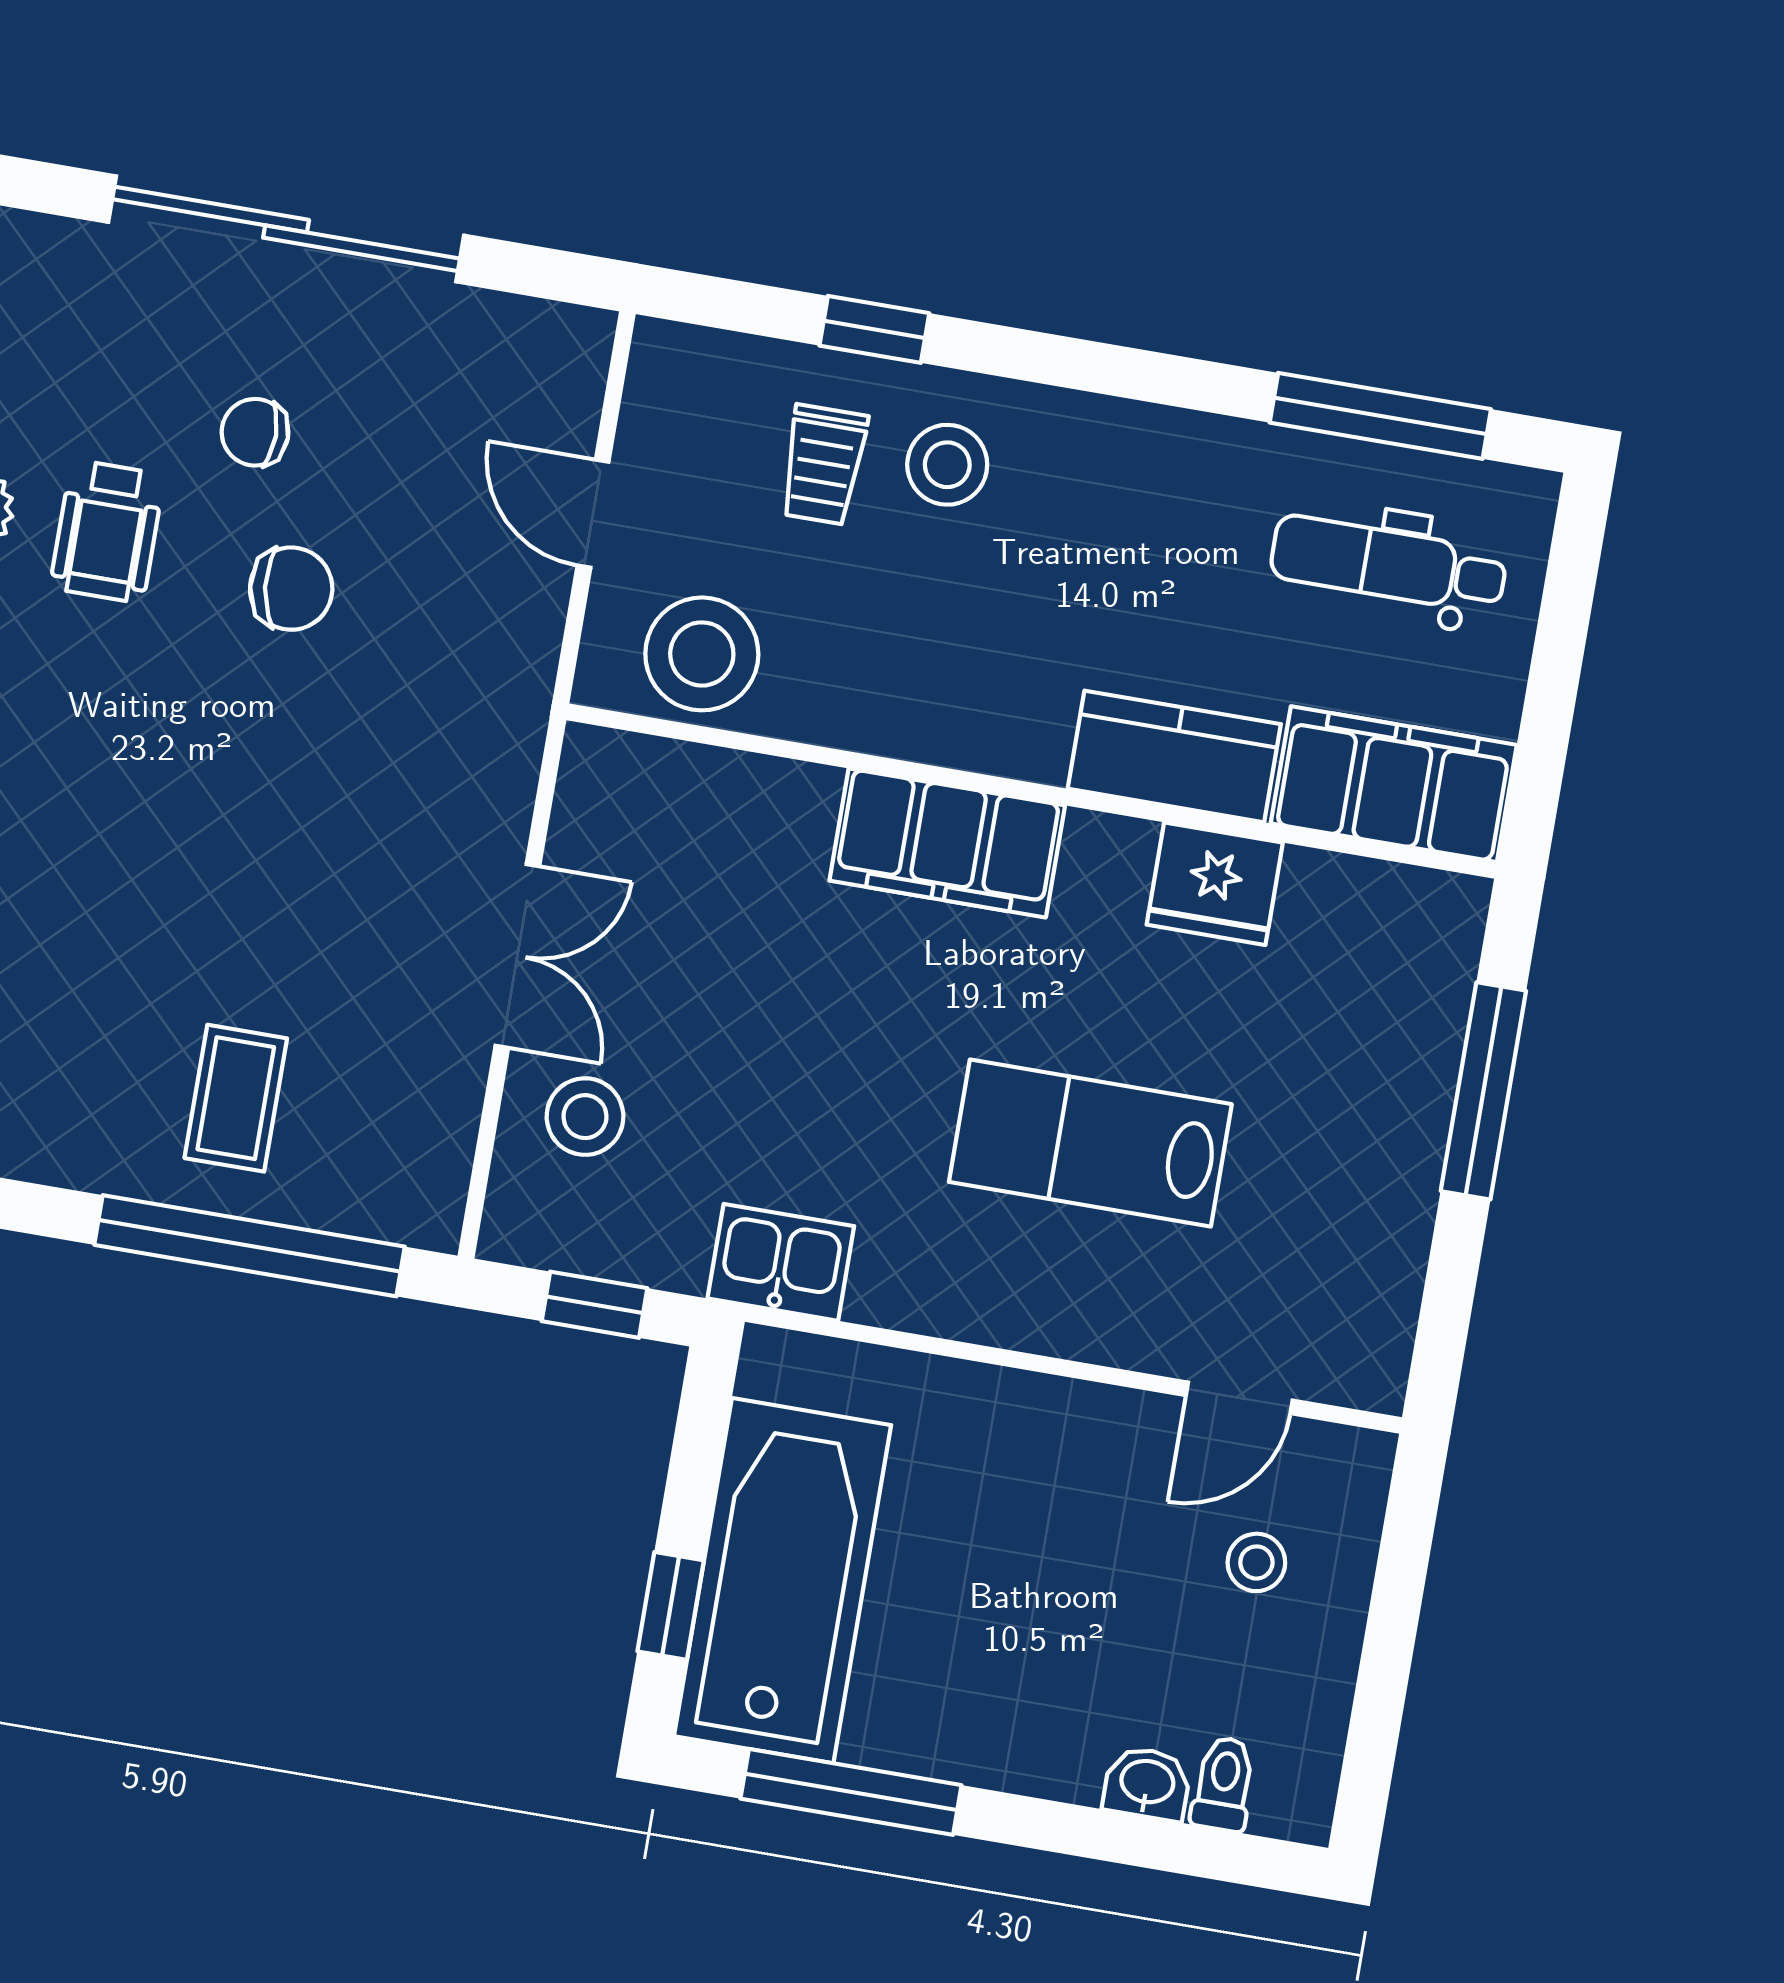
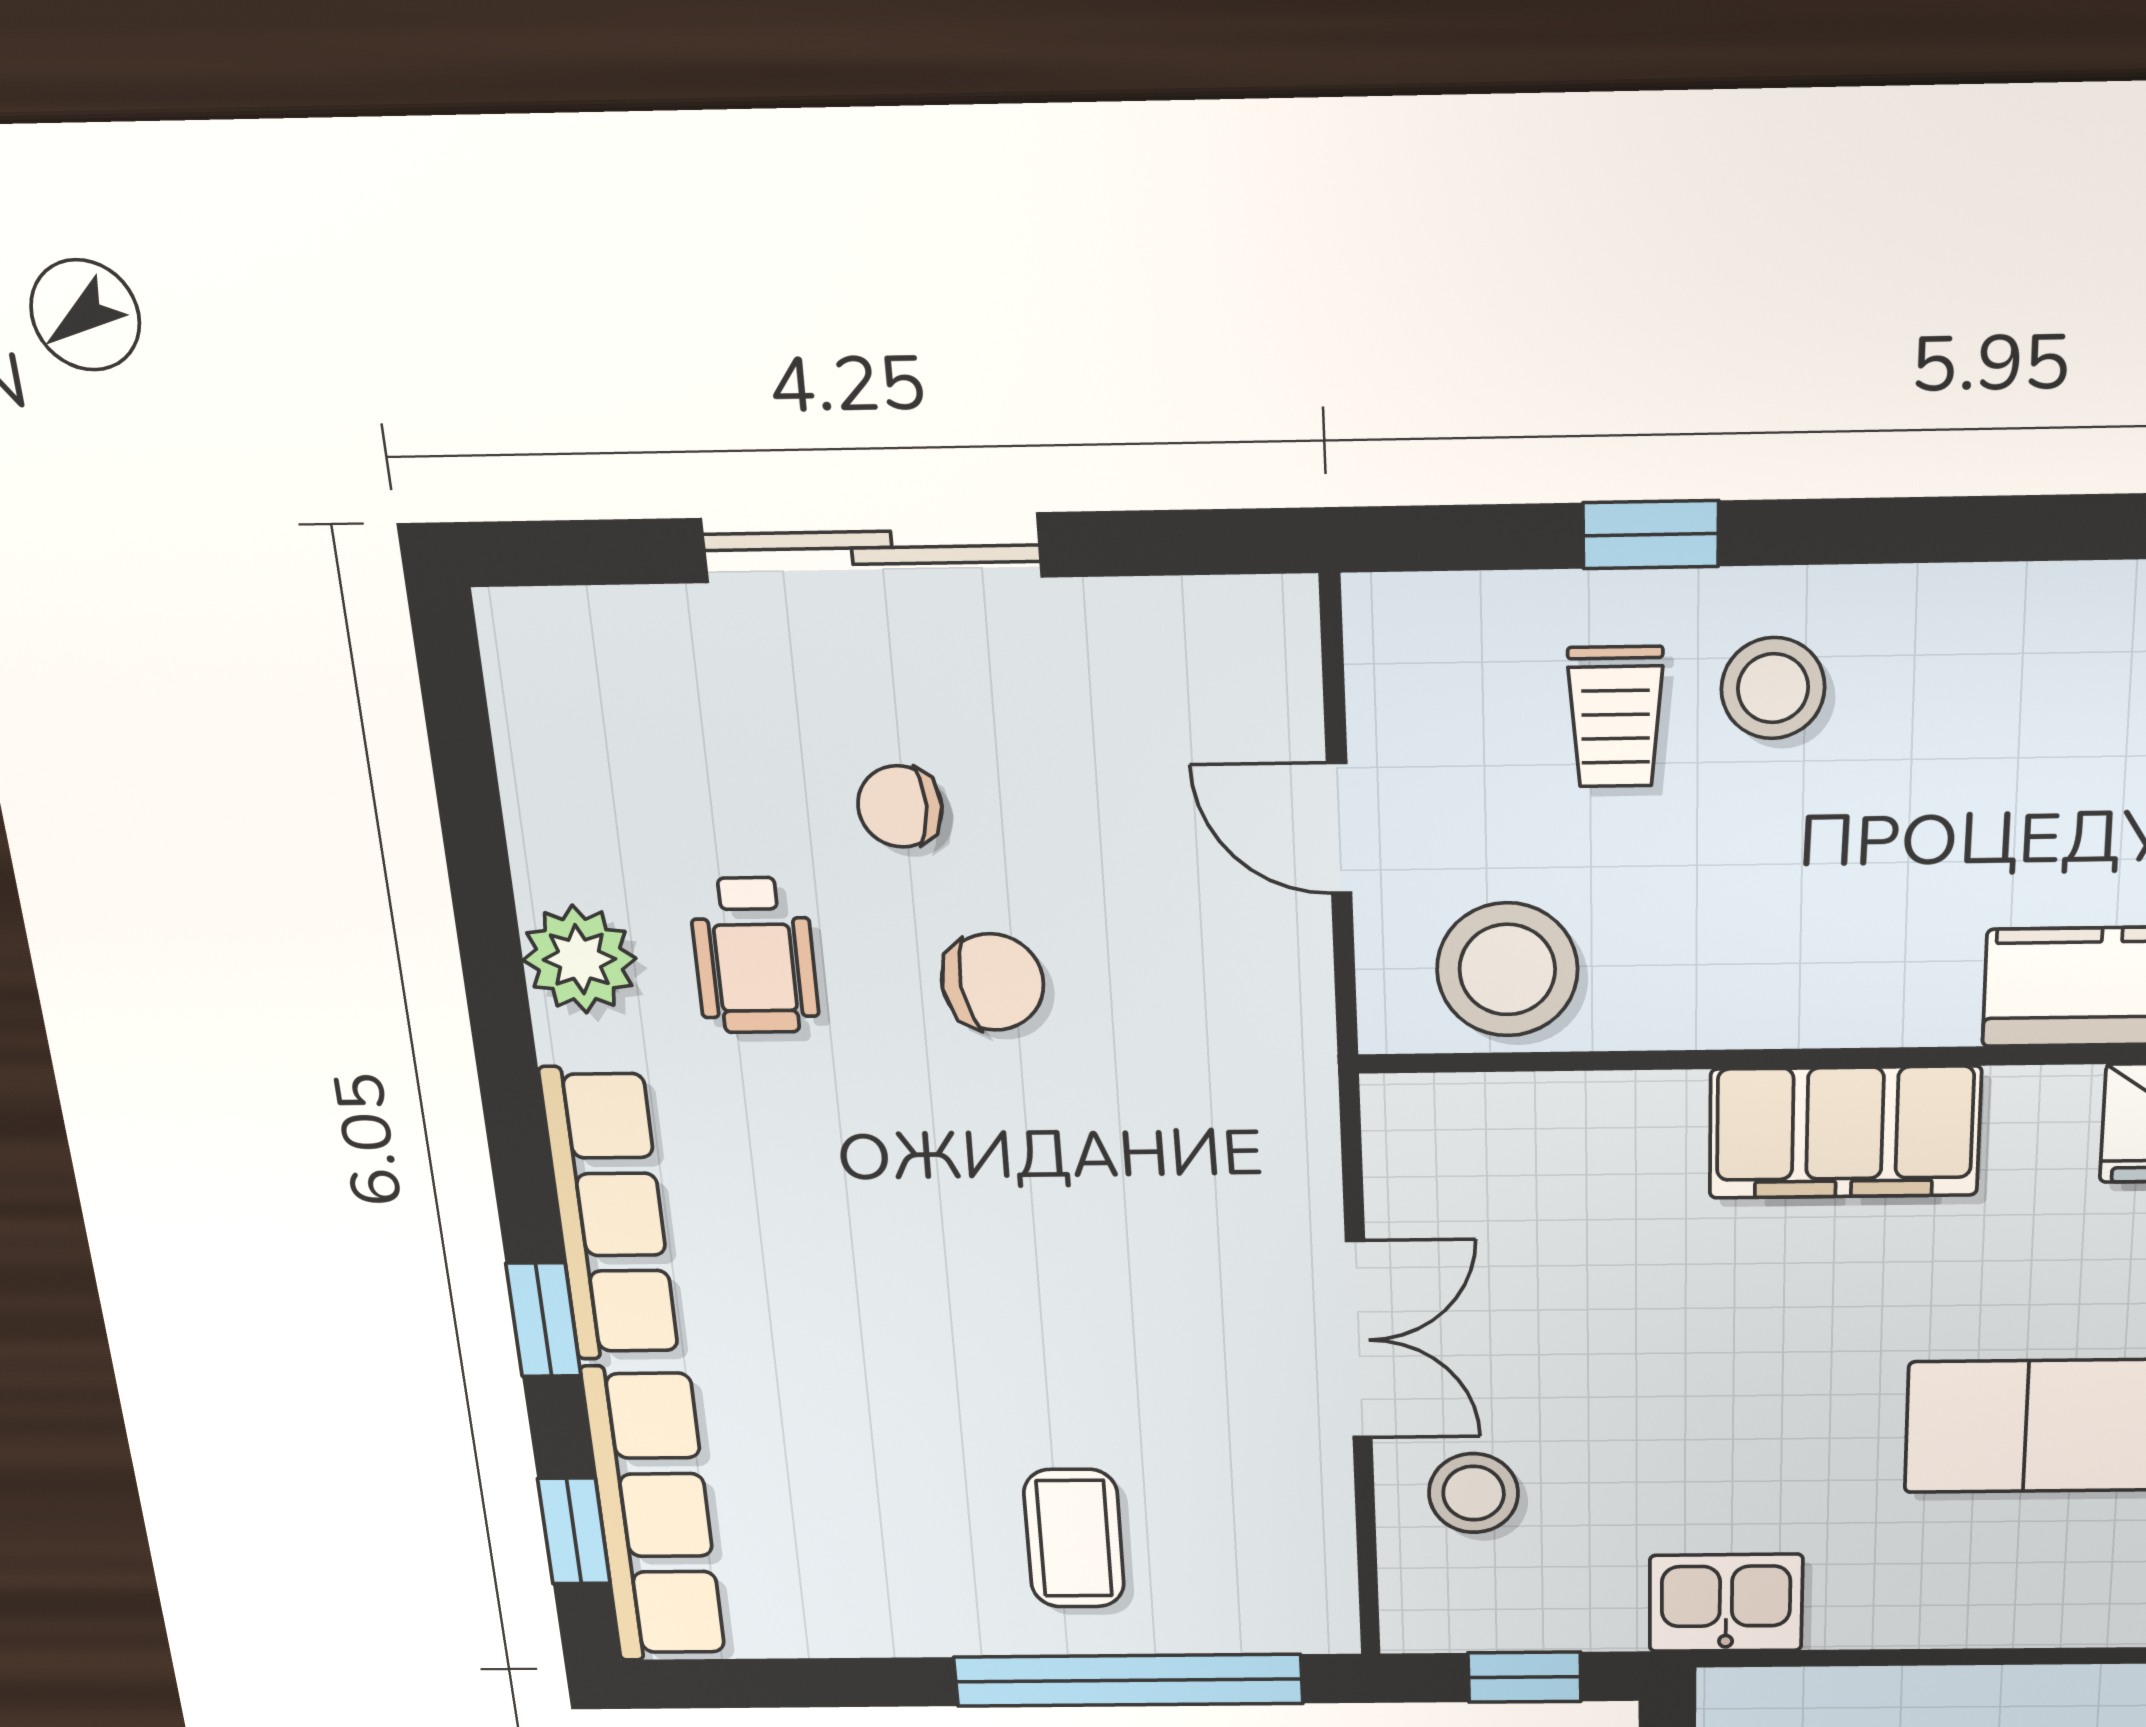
sliding door: (286, 229) -> (872, 548), width x0.73

